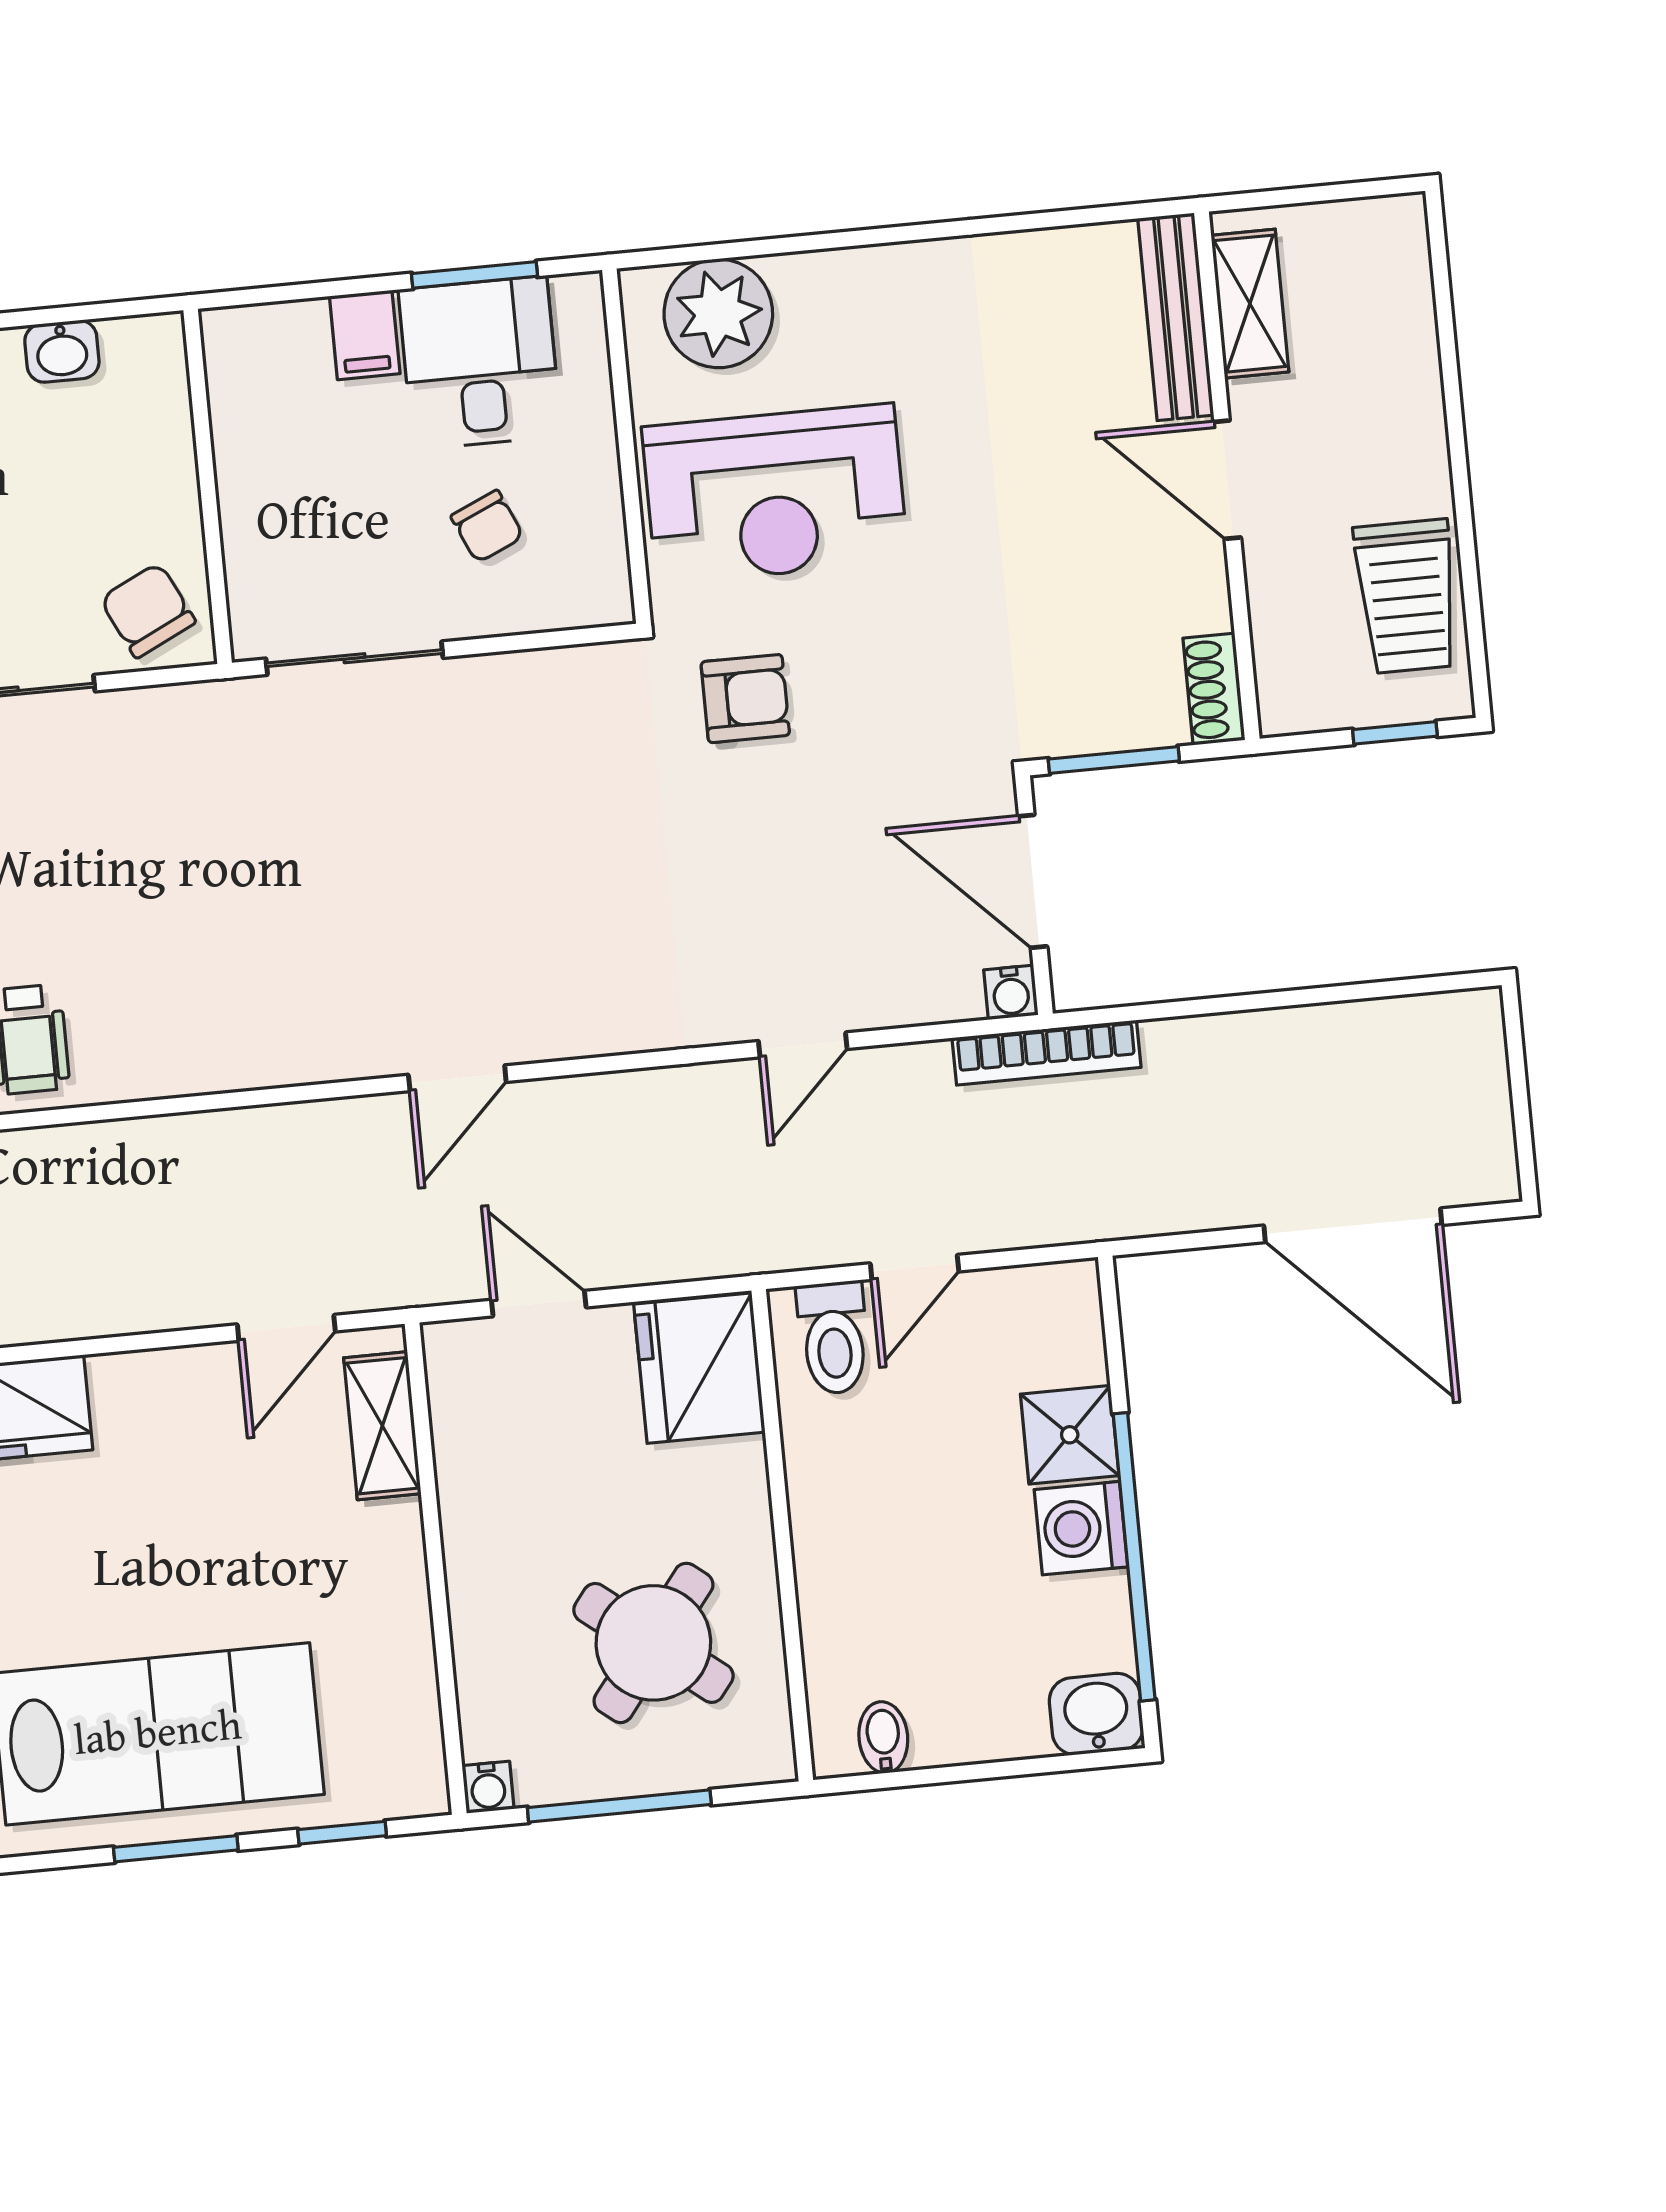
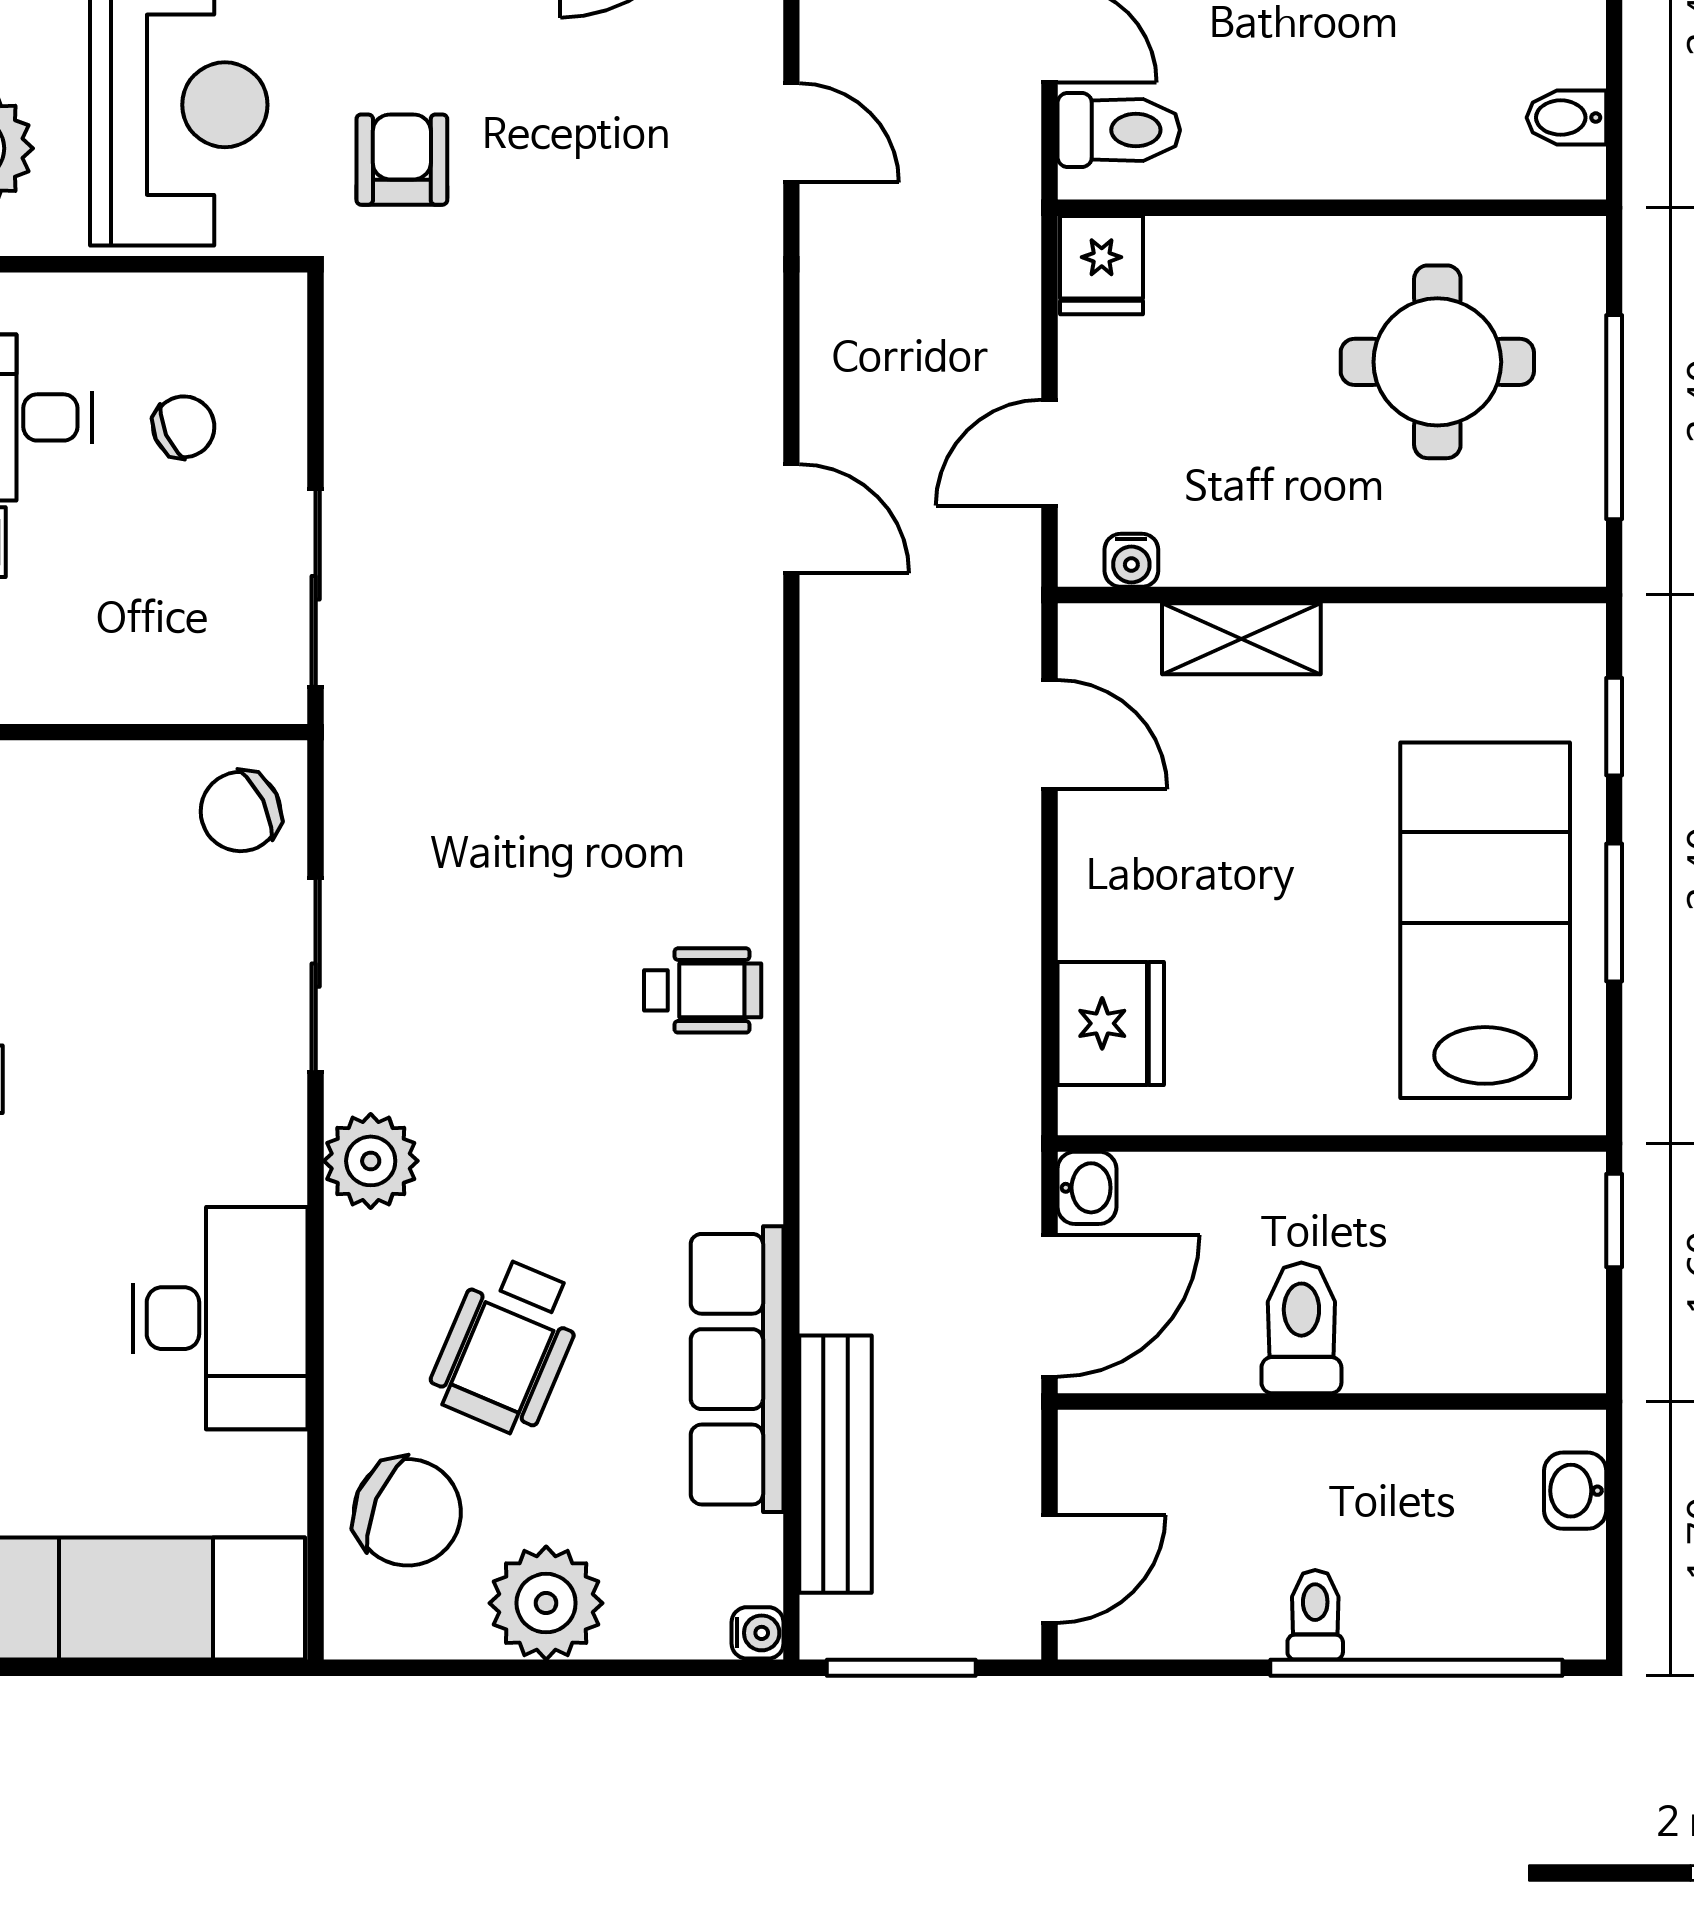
fridge: (699, 1368) -> (1102, 265), width x0.53, depth x0.75
shelving: (382, 1426) -> (1241, 639), moved
round table: (653, 1643) -> (1437, 362), turned -38
water cooler: (488, 1787) -> (1131, 560), moved, turned 90

